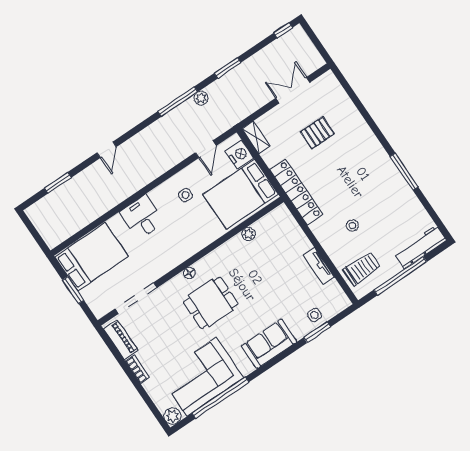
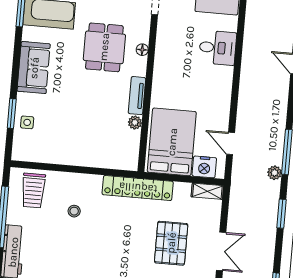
pallet: (317, 133) -> (171, 243), width x1.50, depth x1.42
side table: (185, 195) -> (207, 97), removed
tv unit: (319, 266) -> (137, 96), moved, turned -90

